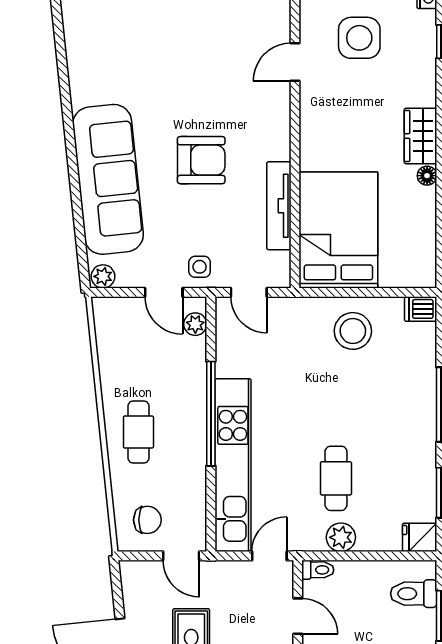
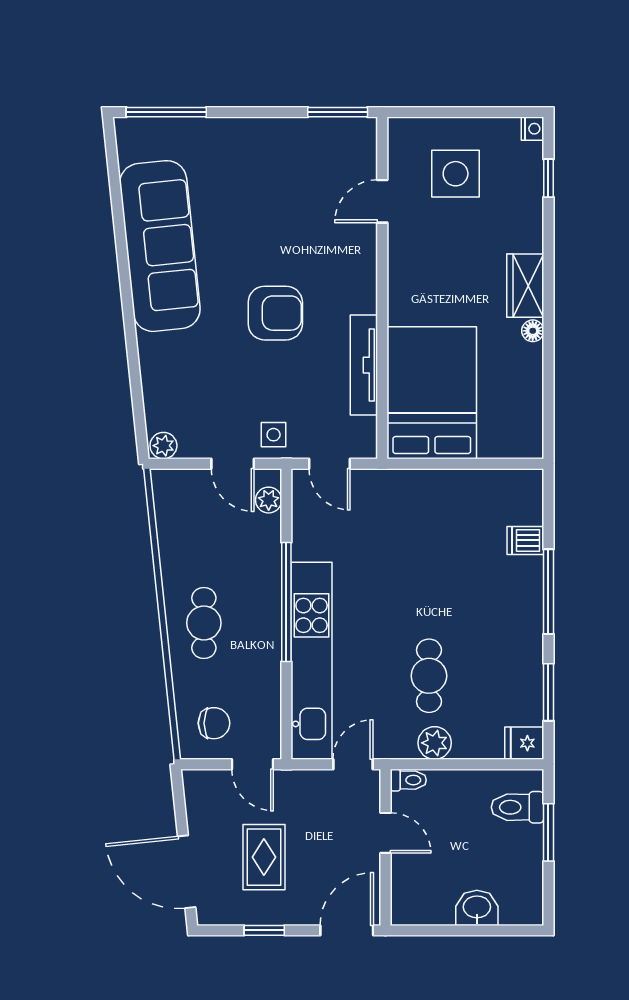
sofa: (108, 179) -> (160, 246), moved
dishwasher: (421, 309) -> (525, 540), moved
stool: (353, 331) -> (448, 508), removed

